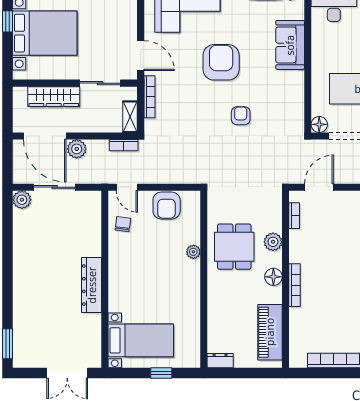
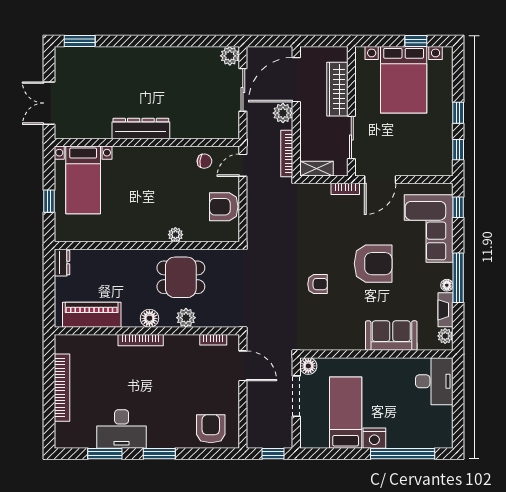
bookcase: (149, 97) -> (345, 189), width x0.64
bookcase: (124, 145) -> (287, 154), width x1.56

